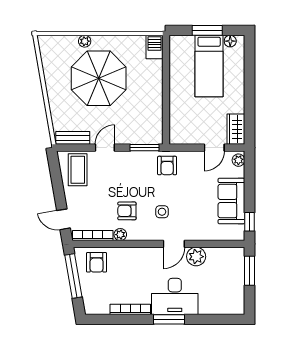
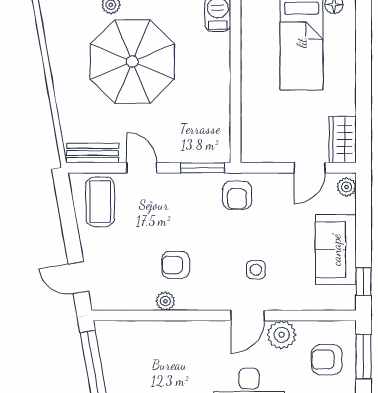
door: (105, 148) -> (142, 168), hinge flipped
side table: (162, 212) -> (256, 270), moved
bookcase: (93, 236) -> (123, 303), removed
armchair: (97, 262) -> (327, 360), moved, turned 90

